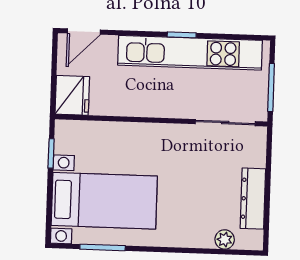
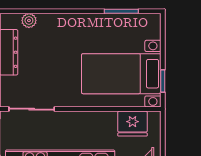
fridge: (72, 95) -> (133, 124), moved, turned -90
bed with nightstands: (104, 201) -> (121, 74), moved

